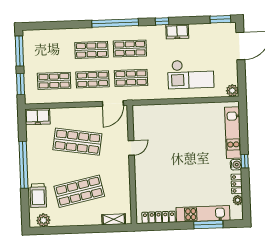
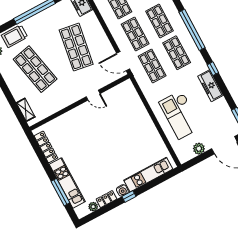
freezer: (177, 31) -> (211, 86), width x1.40
plant: (232, 91) -> (199, 149), moved

